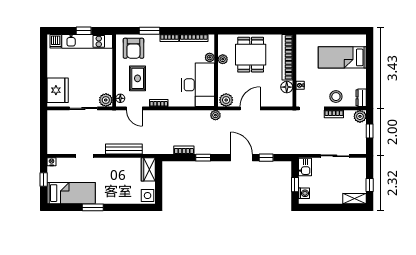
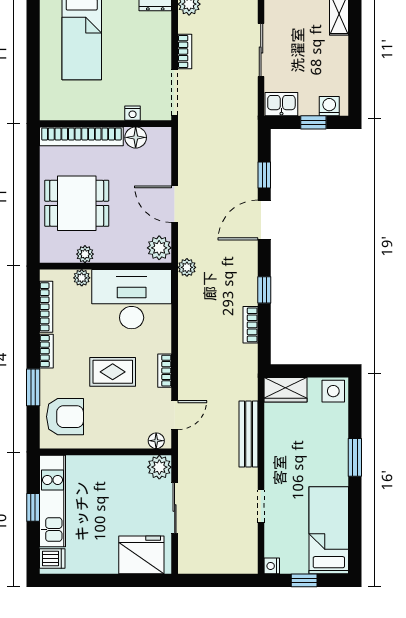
rug: (138, 78) -> (113, 372), moved
stool: (336, 97) -> (153, 48), removed
window: (93, 207) -> (355, 457), moved

